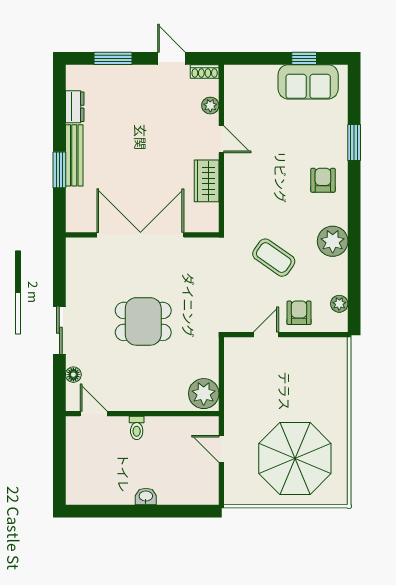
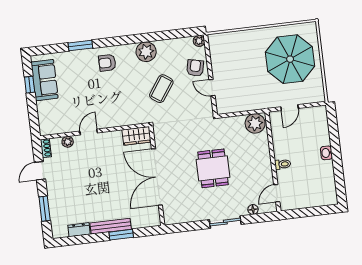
wardrobe: (207, 181) -> (136, 136), moved
plant: (339, 304) -> (199, 41), moved
armchair: (299, 313) -> (195, 68), turned 103

